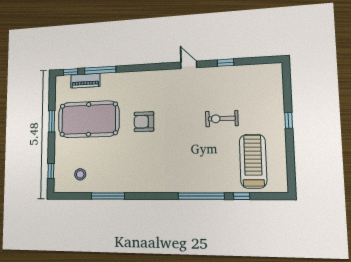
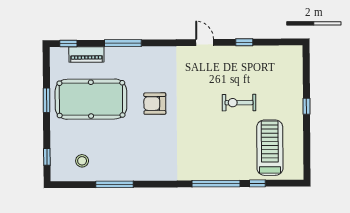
window: (100, 70) -> (123, 43), moved

